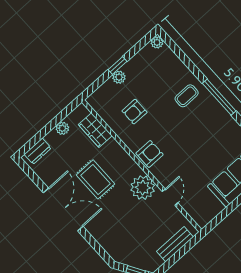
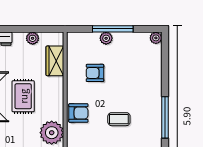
window: (118, 65) -> (113, 29), width x2.17
coffee table: (187, 96) -> (119, 119), moved

